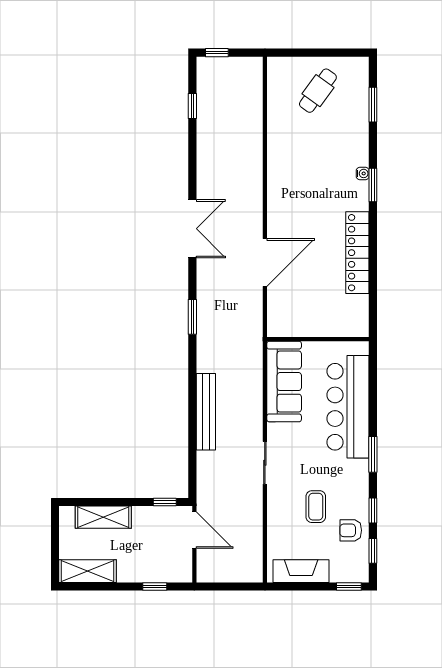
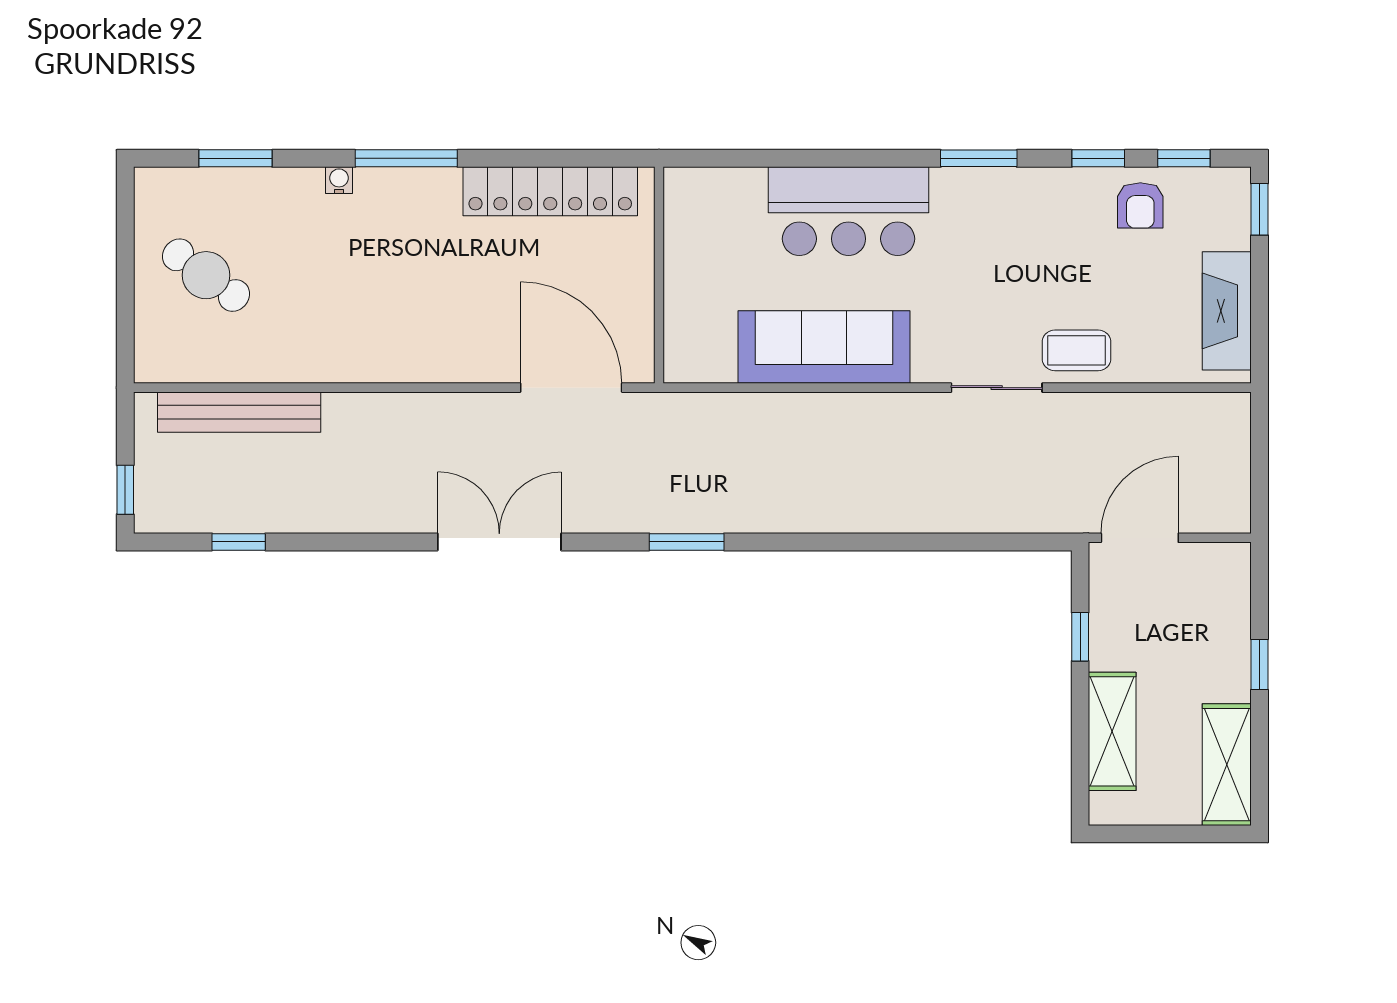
water cooler: (363, 173) -> (339, 180), moved
window: (373, 185) -> (406, 158), width x1.44
wall: (318, 339) -> (659, 275), moved
bar counter: (348, 407) -> (848, 211), width x0.73
bench: (206, 412) -> (239, 412), moved
window: (165, 502) -> (1080, 637), moved
coffee table: (316, 507) -> (1076, 350), moved
window: (155, 586) -> (1259, 665), moved

